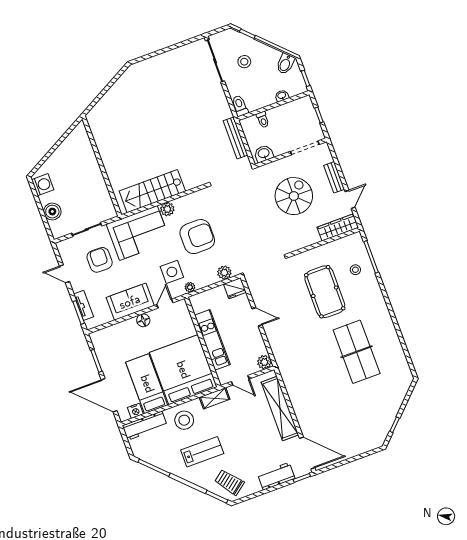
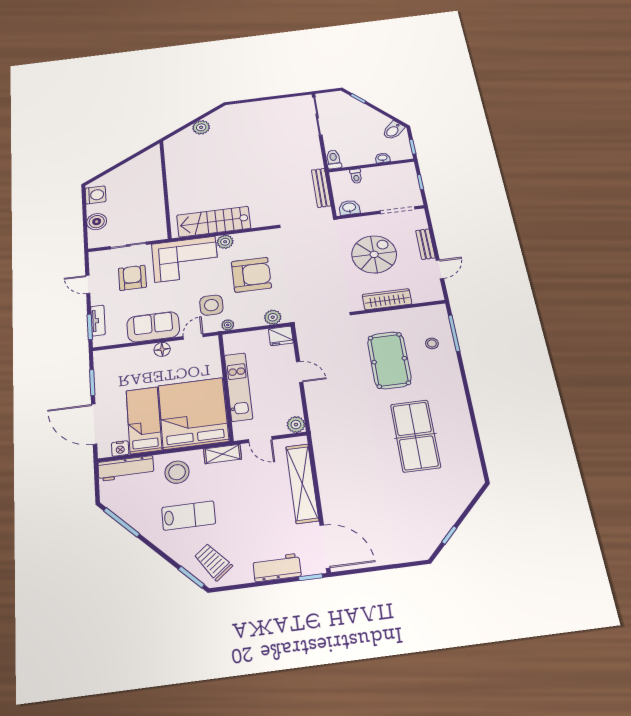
stool: (244, 62) -> (349, 122), removed
plant: (115, 94) -> (201, 127), added
wardrobe: (338, 227) -> (387, 299), moved

